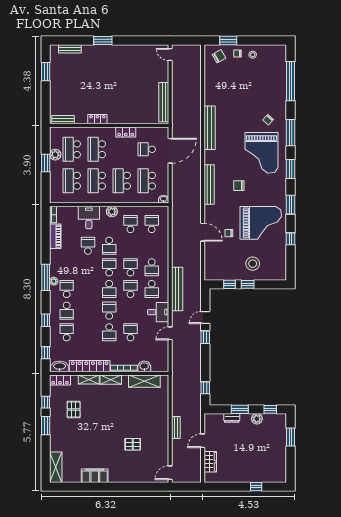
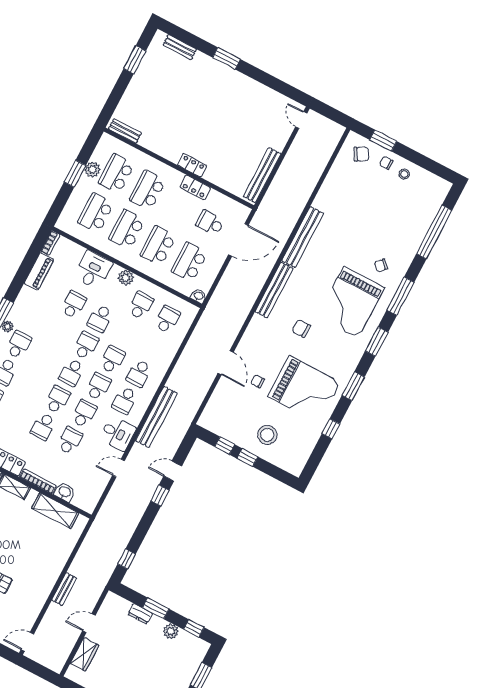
locker: (97, 119) -> (192, 165), moved
bench: (209, 184) -> (274, 290), moved
school desk: (130, 311) -> (84, 413), added

